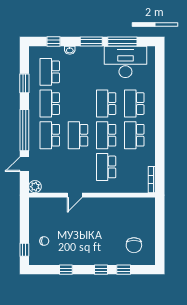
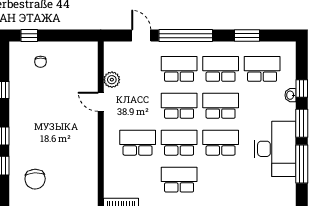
window: (53, 41) -> (302, 88), moved
desk: (125, 62) -> (275, 149), moved
school desk: (134, 104) -> (221, 106), moved
plant: (35, 187) -> (112, 80), moved
chair: (134, 245) -> (35, 179), turned -93

